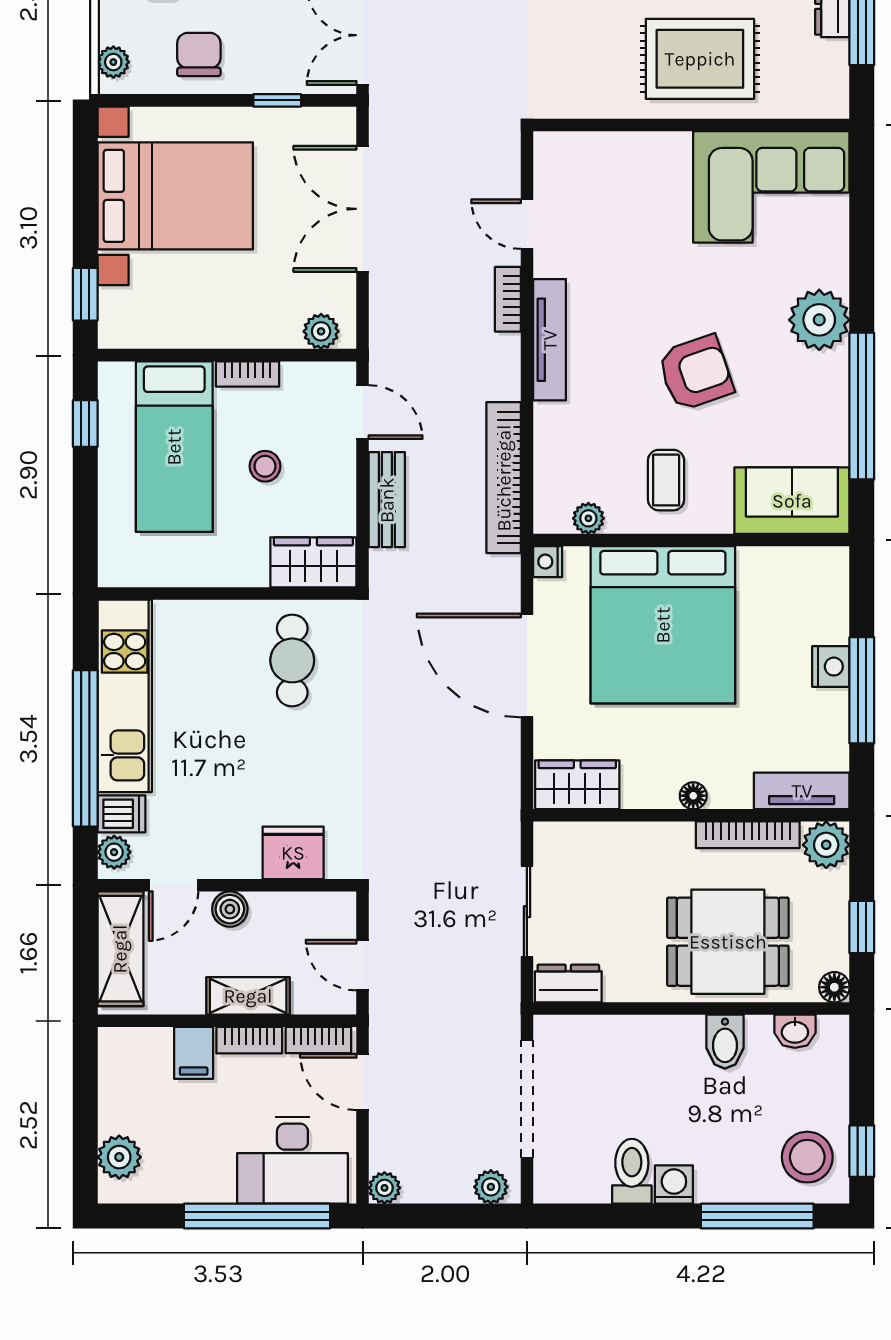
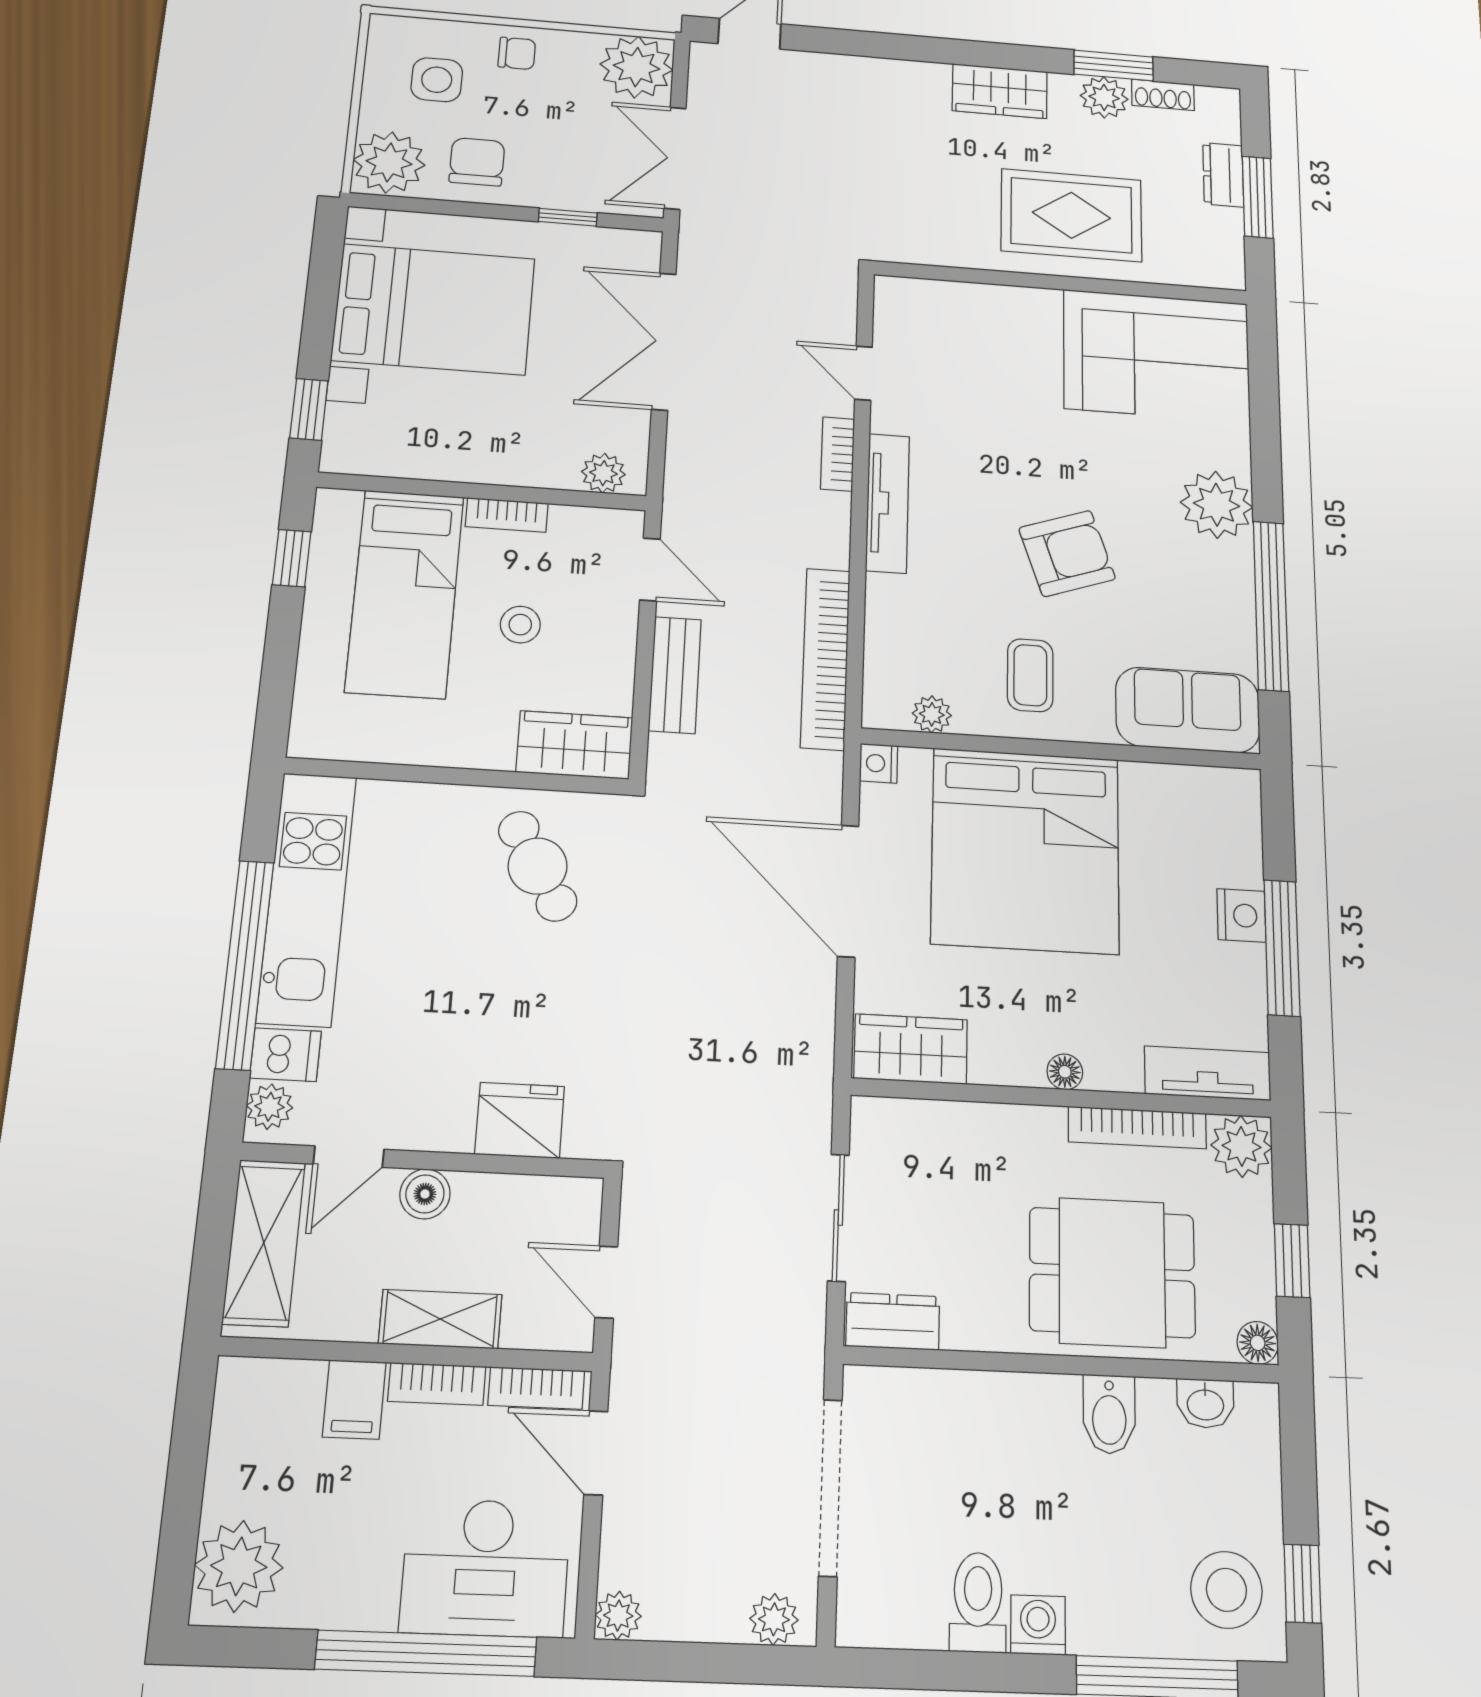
plant: (113, 62) -> (389, 162), width x1.88, depth x1.88
cafe table: (292, 660) -> (538, 866), turned -30
plant: (119, 1157) -> (239, 1566), width x1.36, depth x1.36

